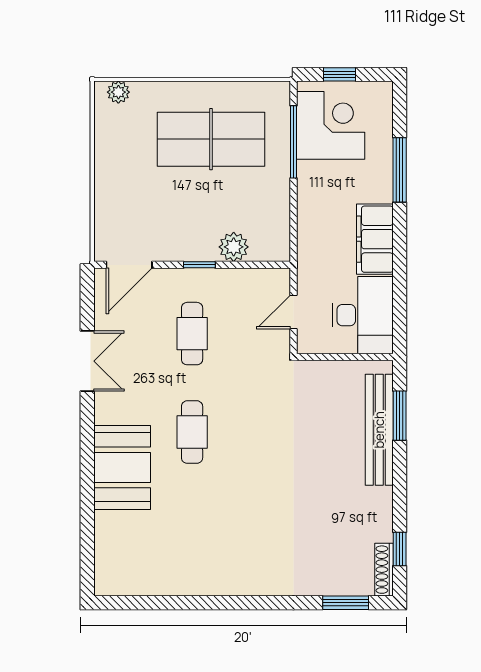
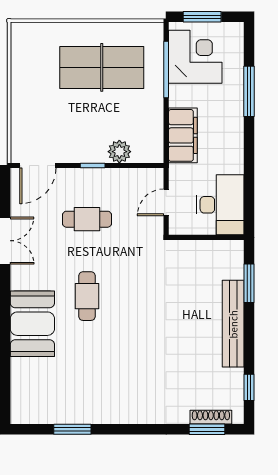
window: (339, 74) -> (202, 17), width x1.50
plant: (118, 92) -> (29, 31), removed
filing cabinet: (375, 239) -> (183, 135), moved, turned 180
cafe table: (192, 334) -> (87, 219), turned 90
bench: (379, 430) -> (233, 324), moved
shoe rack: (384, 570) -> (211, 417), moved, turned 90
window: (173, 603) -> (72, 429), added

